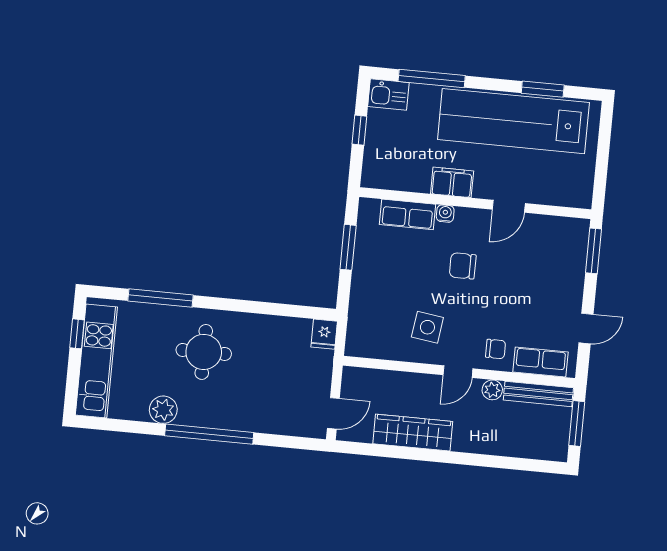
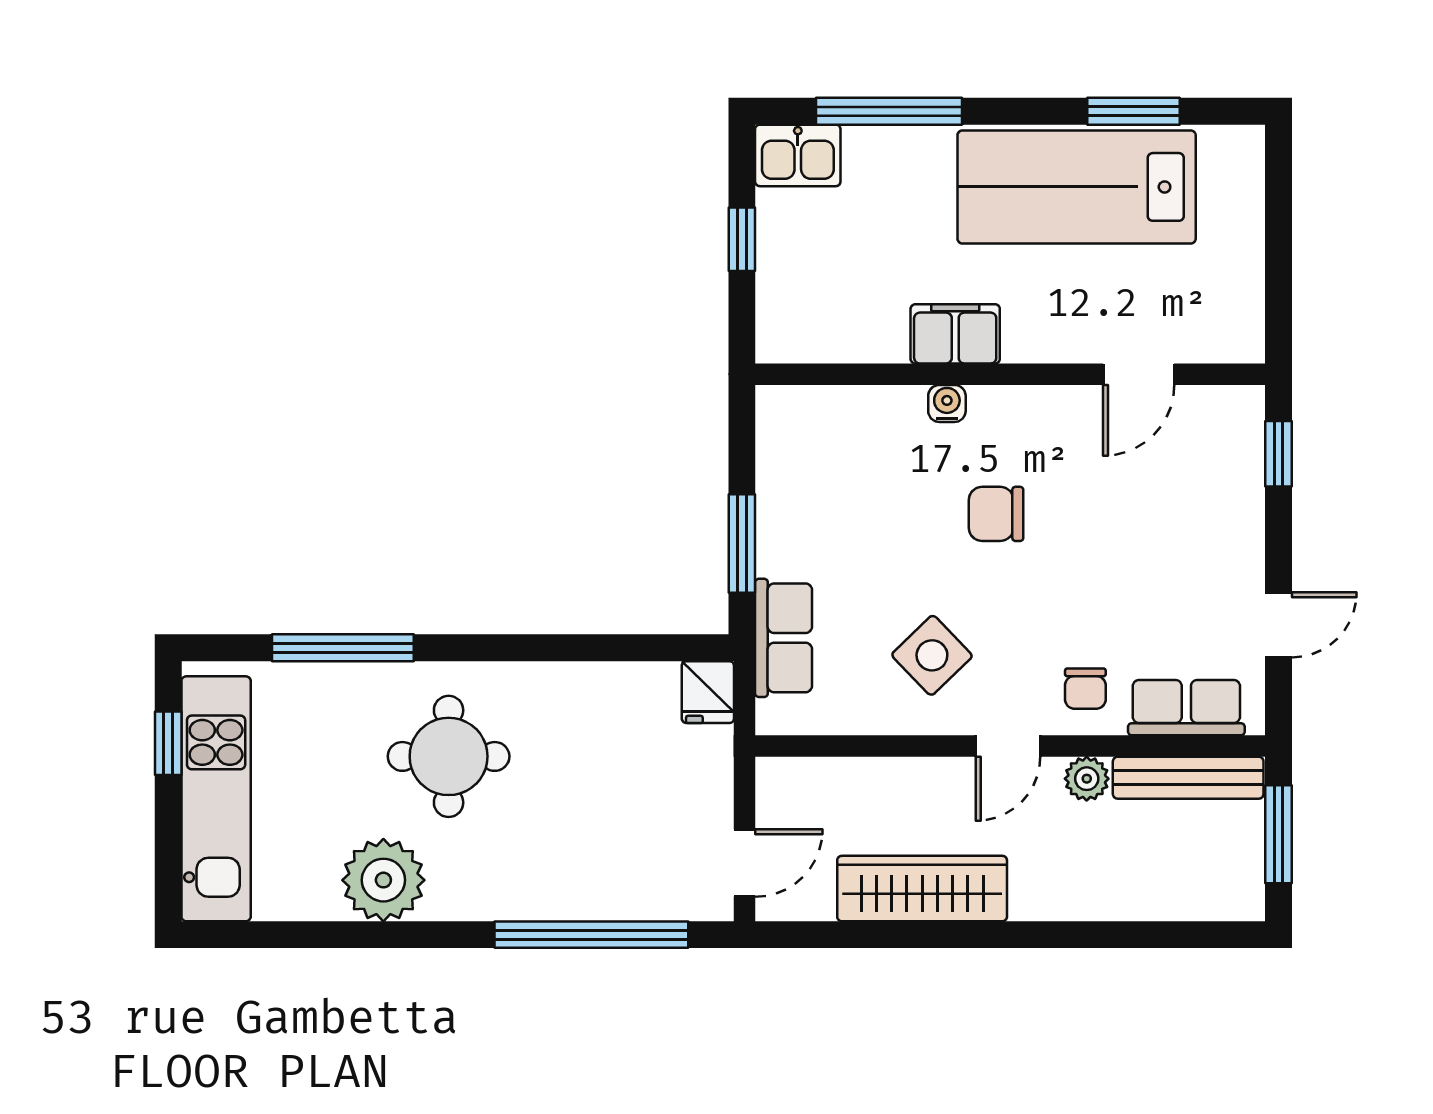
lab bench: (513, 121) -> (1077, 187), width x0.73
door: (509, 206) -> (1139, 374), moved
row of seats: (408, 214) -> (784, 638), moved, turned -90
window: (348, 247) -> (742, 543), moved
window: (593, 251) -> (1278, 454), width x0.67
side table: (427, 327) -> (932, 655), turned 38
chair: (496, 349) -> (1085, 689), turned 90
plant: (163, 410) -> (383, 880), width x1.36, depth x1.36
window: (209, 434) -> (591, 935), moved

